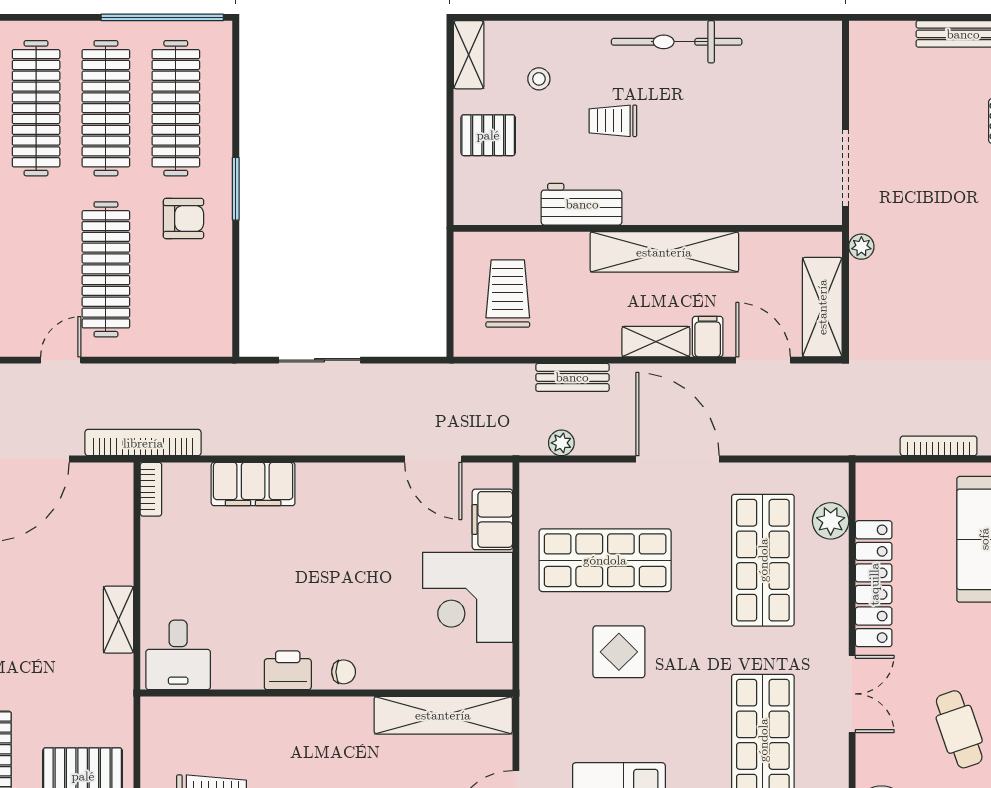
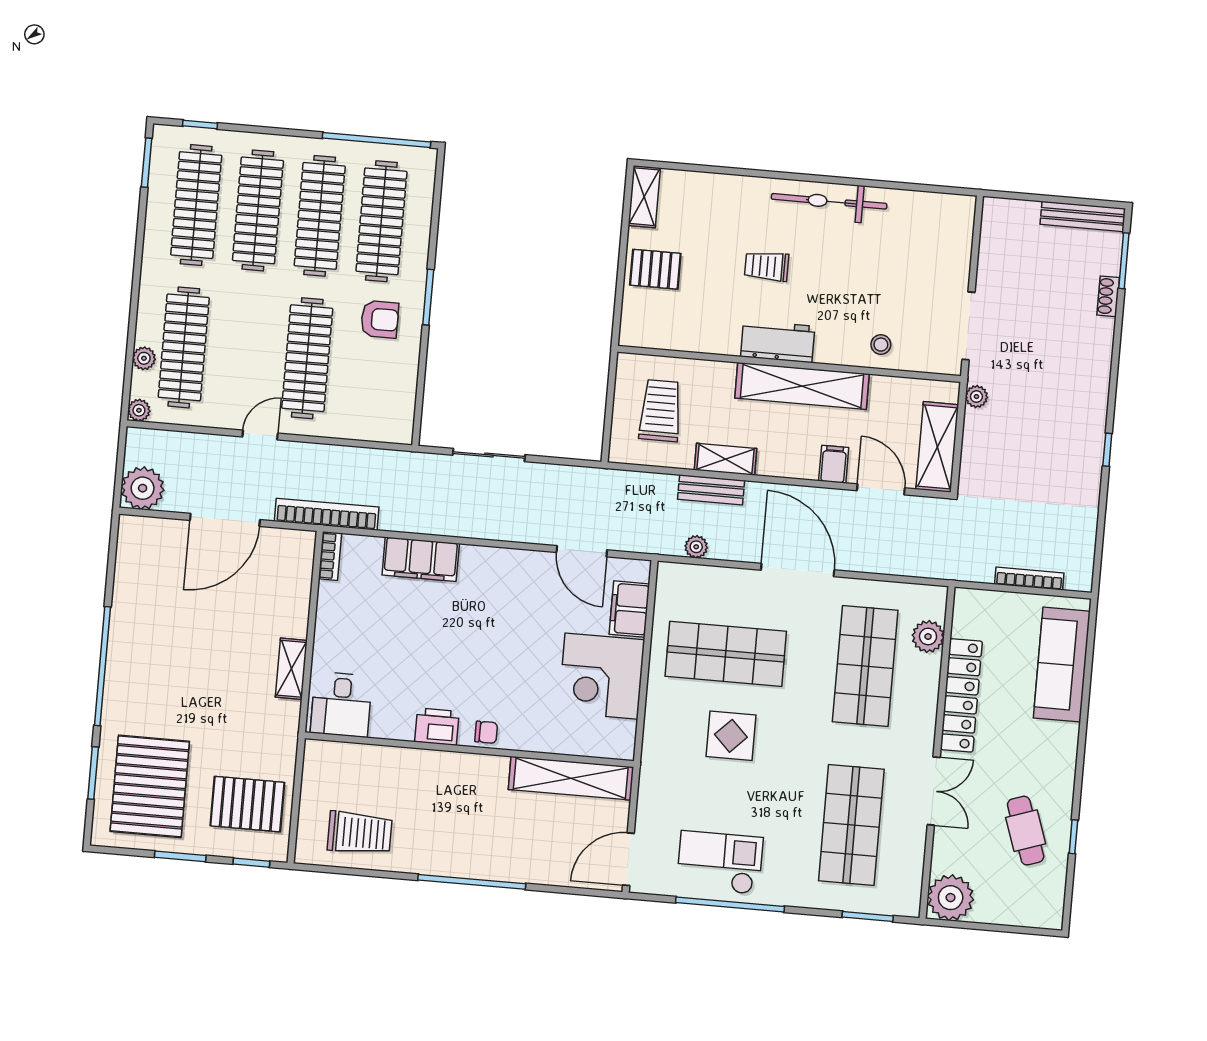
stool: (539, 79) -> (881, 345), moved
workbench: (582, 204) -> (778, 341), moved
shelving: (656, 342) -> (726, 459), moved

